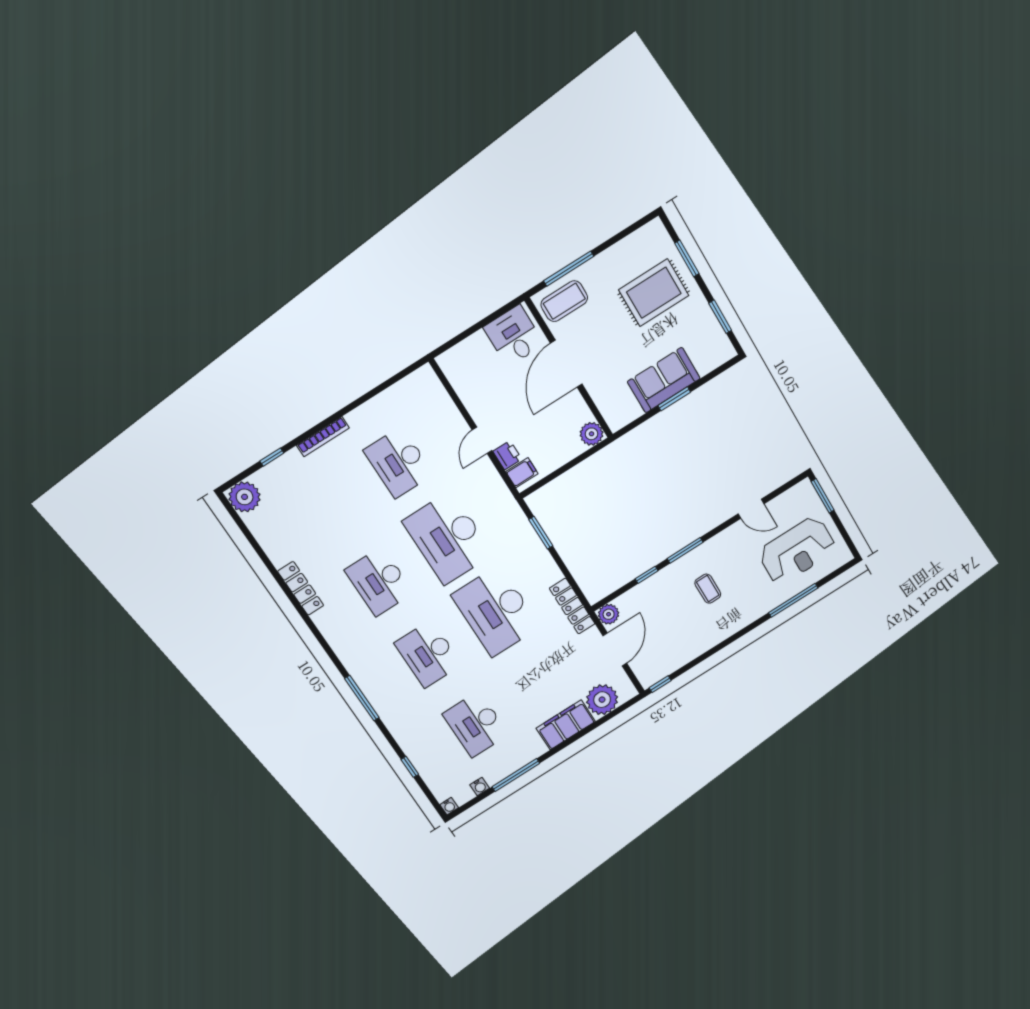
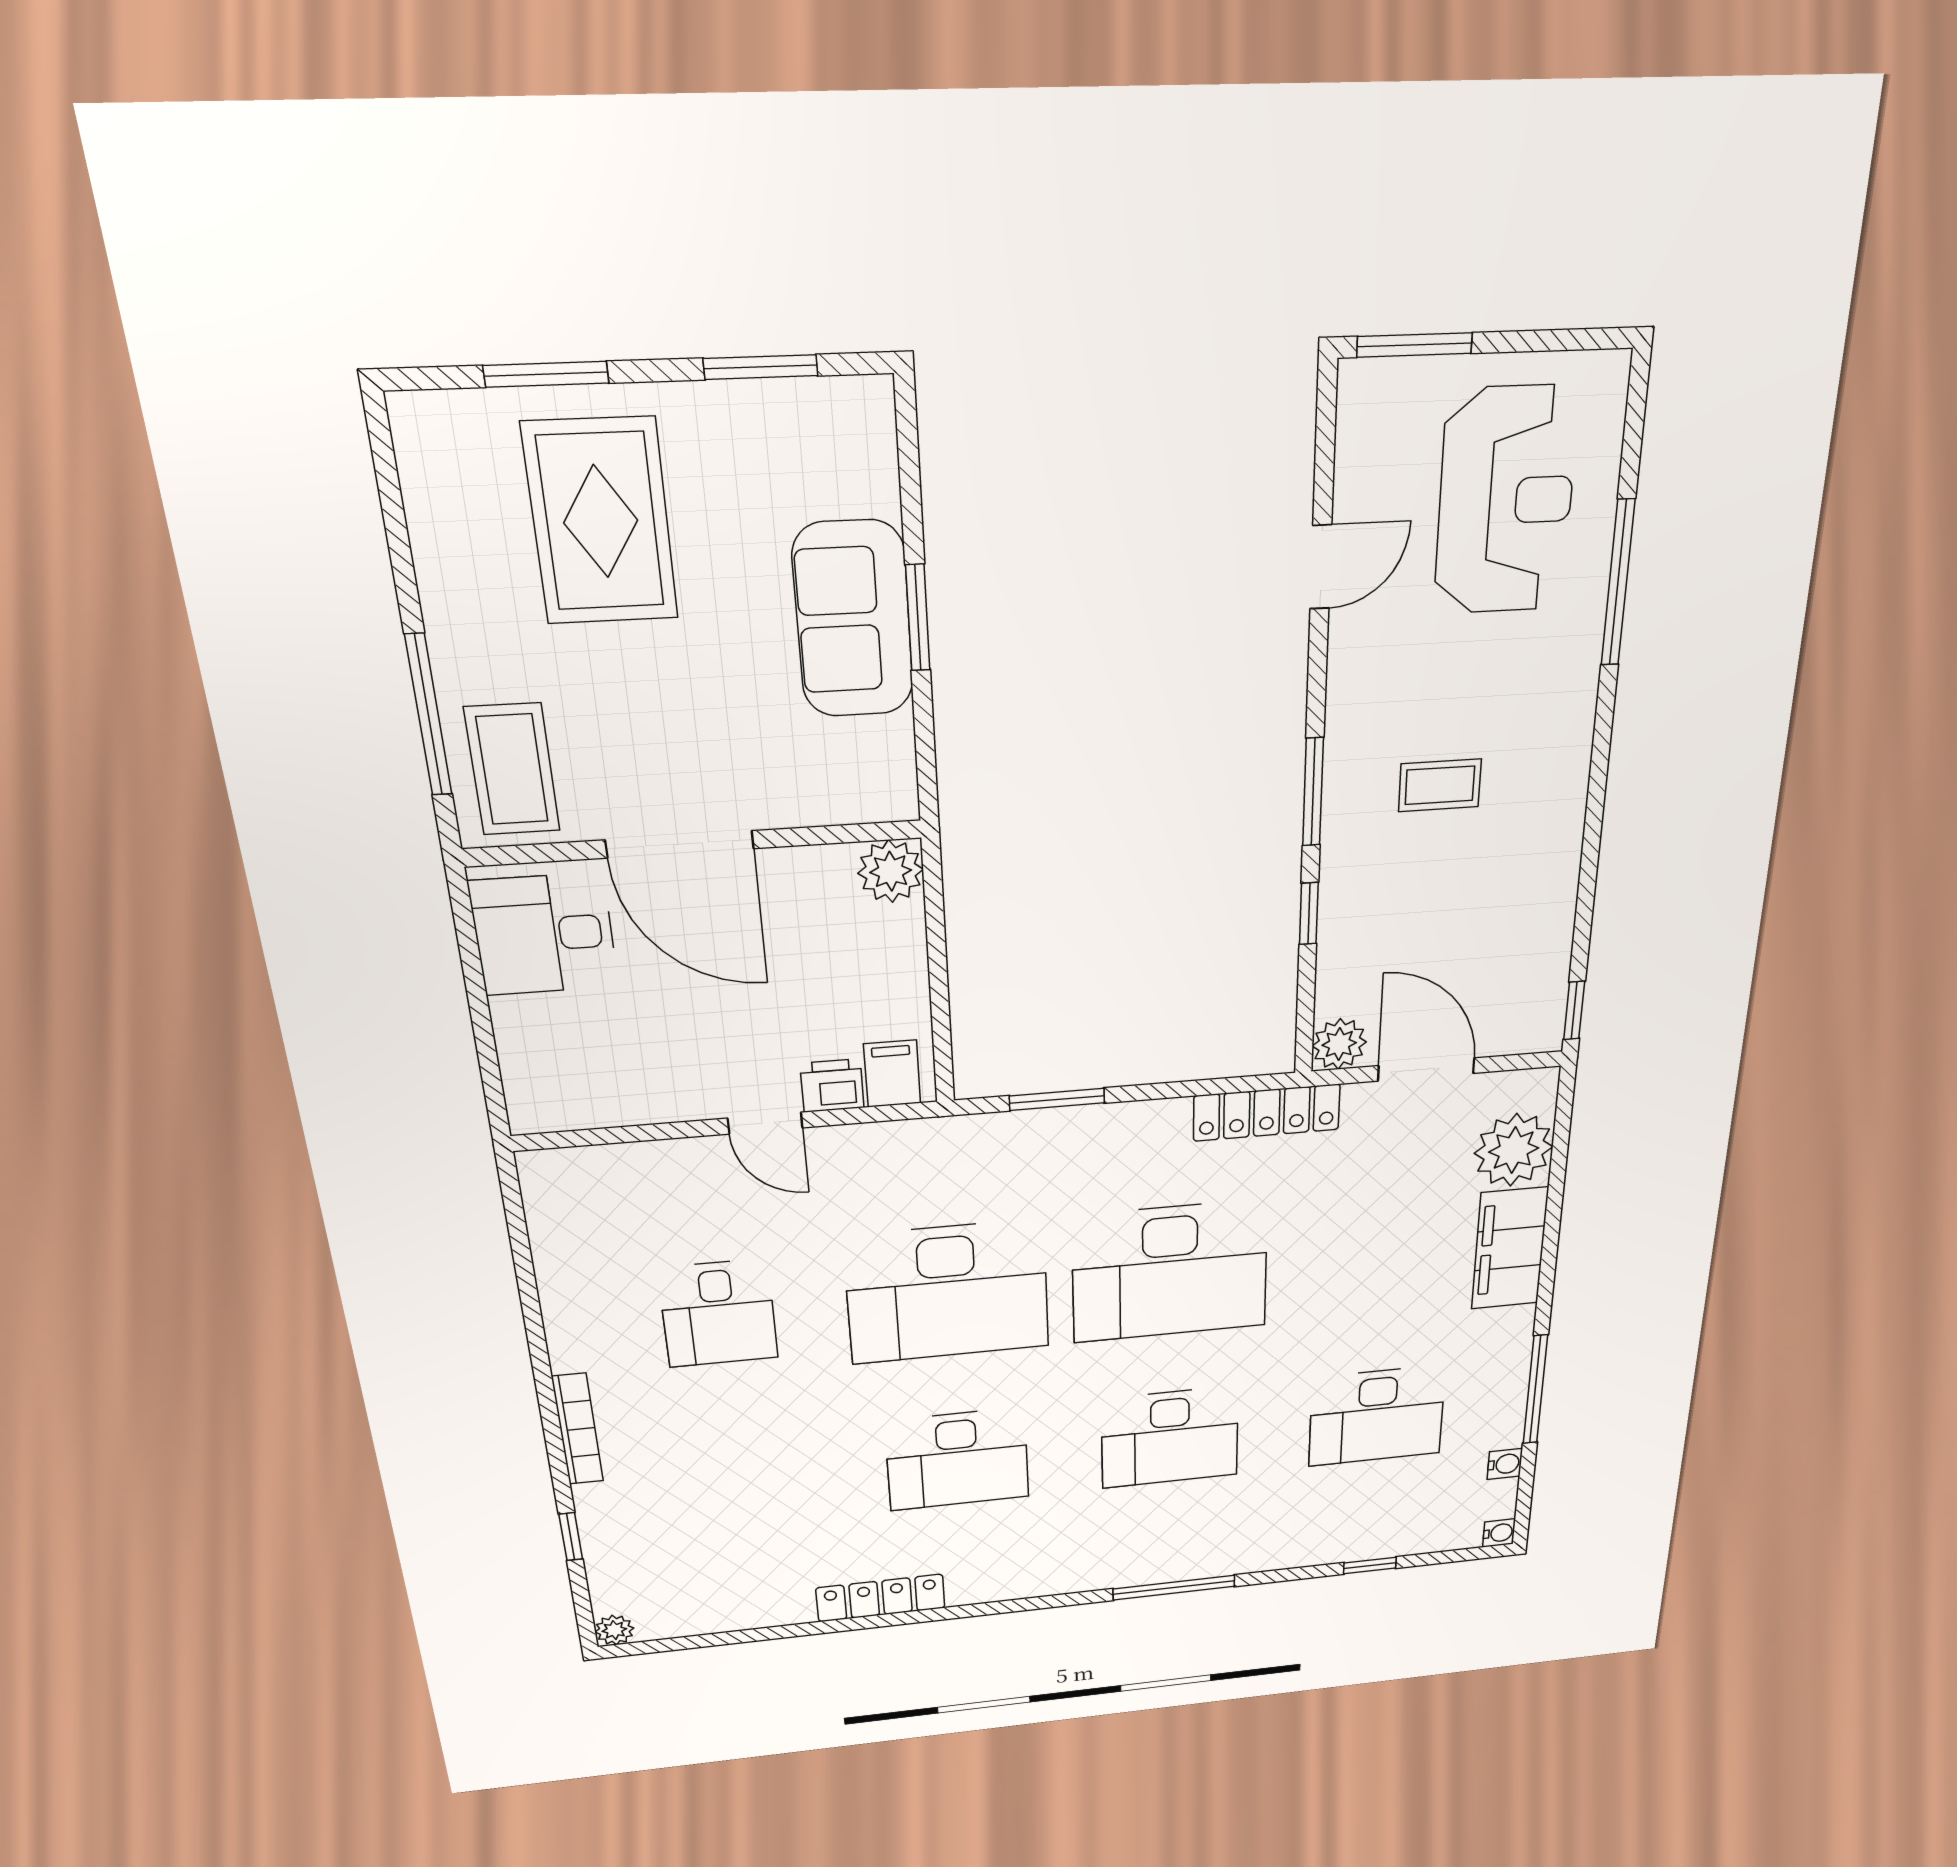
desk: (398, 462) -> (718, 1313), width x0.73
plant: (245, 497) -> (614, 1630), width x0.53, depth x0.53

